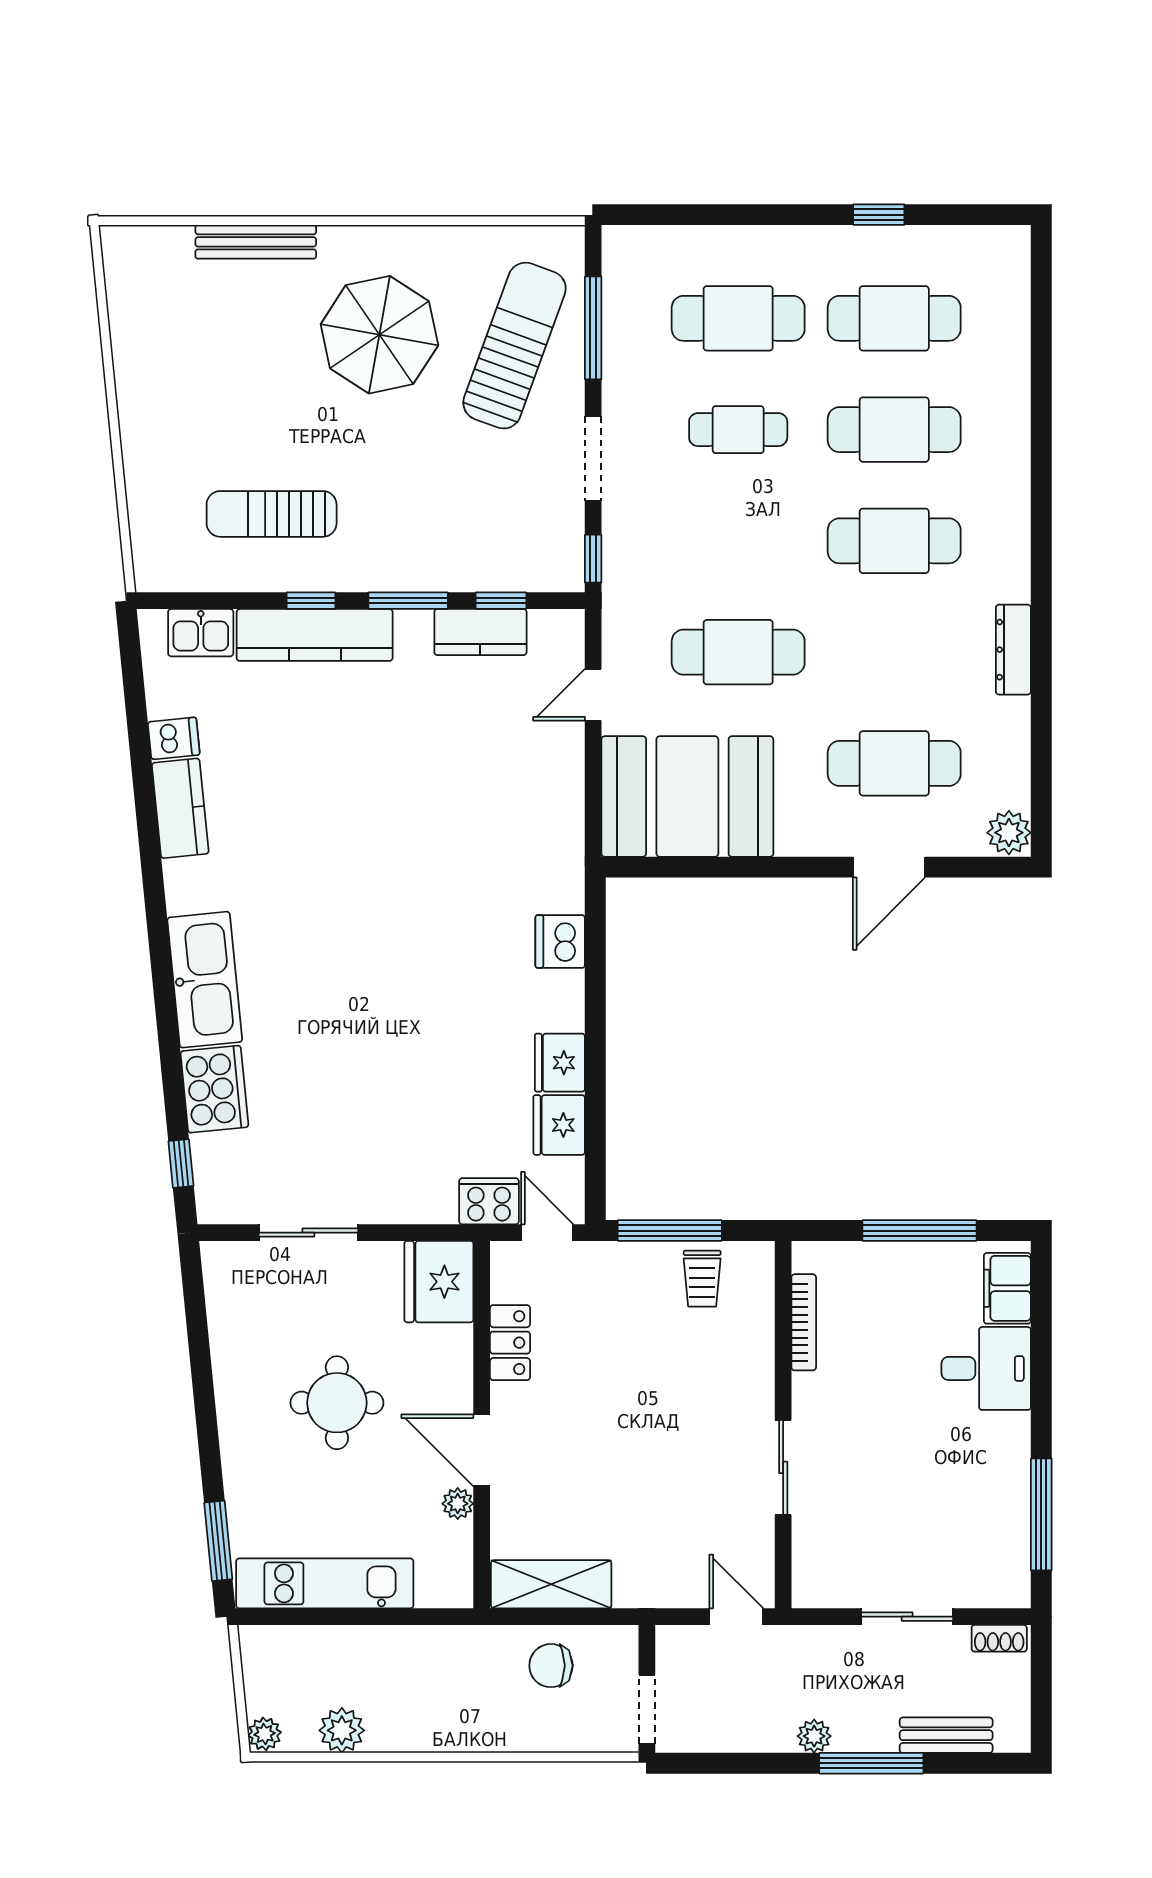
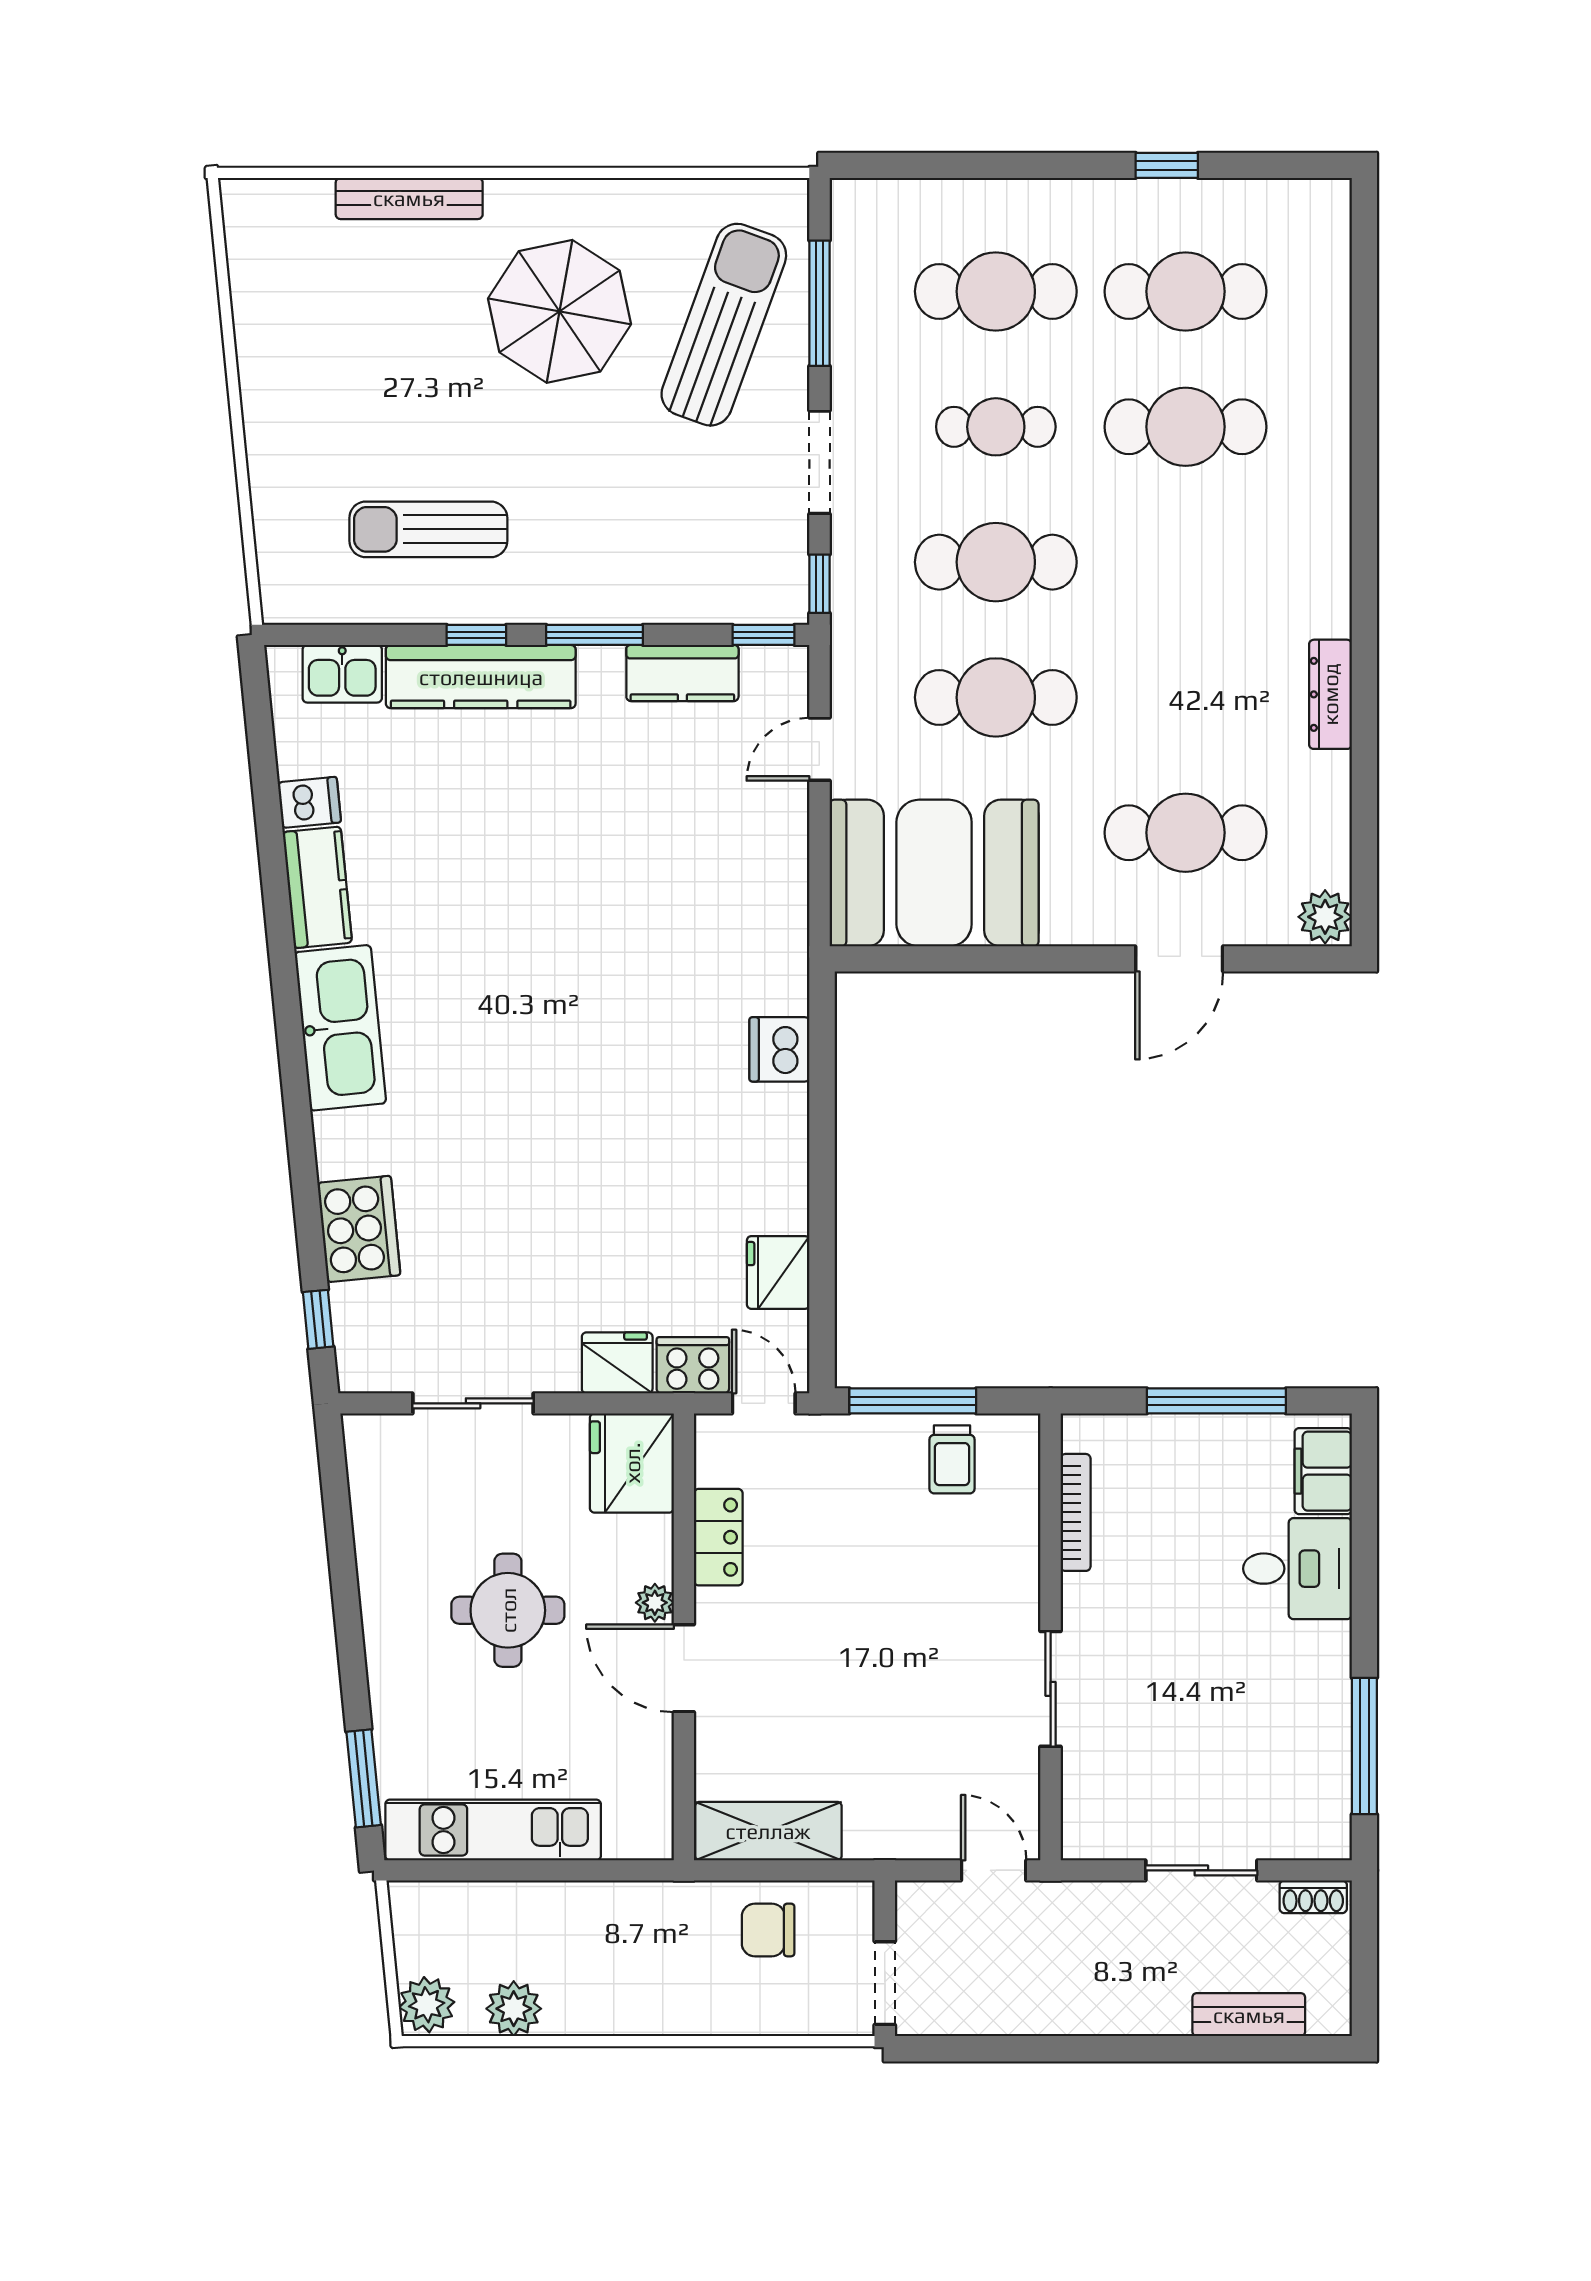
cafe table: (894, 541) -> (996, 562), moved
window: (501, 601) -> (764, 635), moved
kitchen sink: (205, 980) -> (340, 1028), moved
fridge: (560, 1063) -> (617, 1363), moved, turned 90
plant: (458, 1504) -> (655, 1603), moved
plant: (265, 1734) -> (427, 2005), width x1.38, depth x1.38
plant: (814, 1736) -> (1088, 2016), removed
window: (871, 1763) -> (1158, 2049), removed

